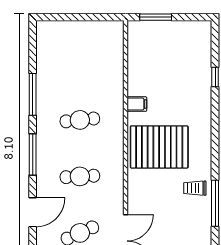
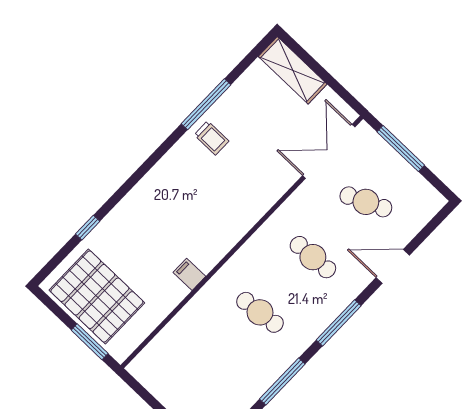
pallet: (159, 147) -> (97, 297), moved

